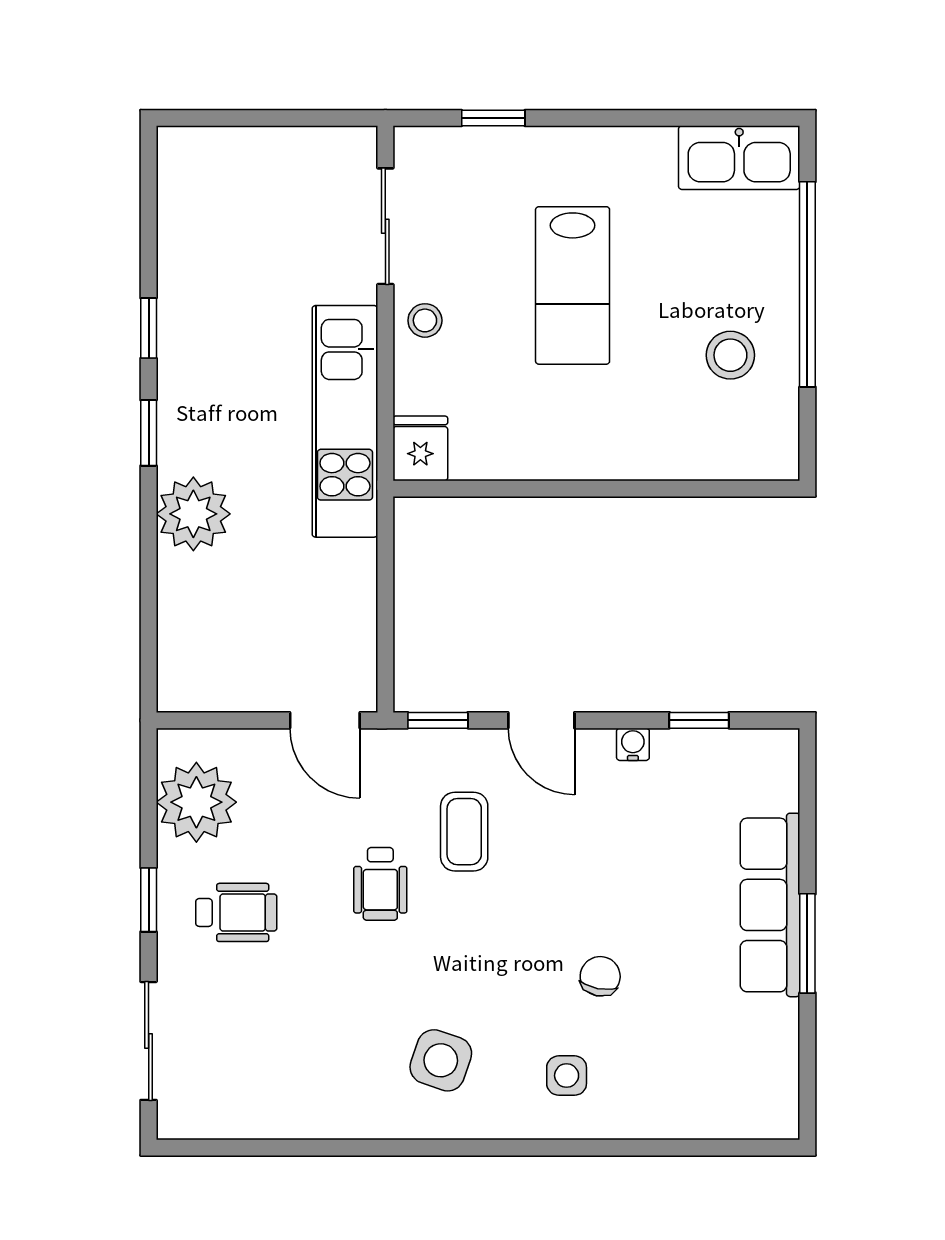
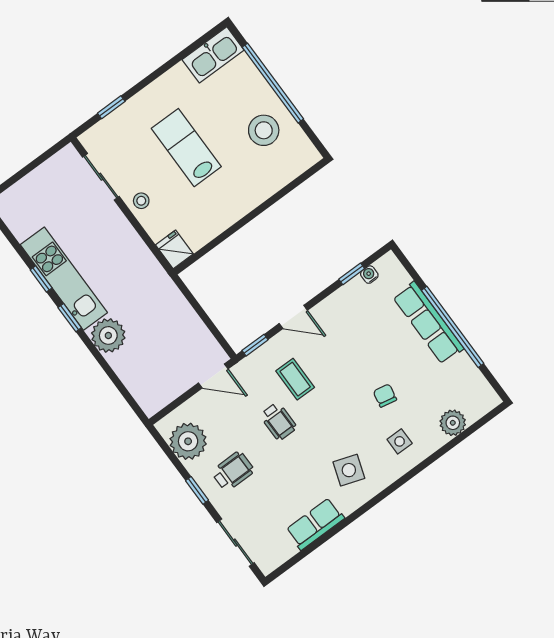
lab bench: (573, 285) -> (186, 148), turned 180
stool: (730, 355) -> (264, 130), width x1.38, depth x1.38
kitchen unit: (345, 421) -> (64, 279), moved, turned 180
water cooler: (633, 744) -> (369, 275), moved
window: (807, 943) -> (453, 327), width x2.11
row of seats: (312, 1111) -> (315, 524), added
plant: (684, 1112) -> (453, 423), added

